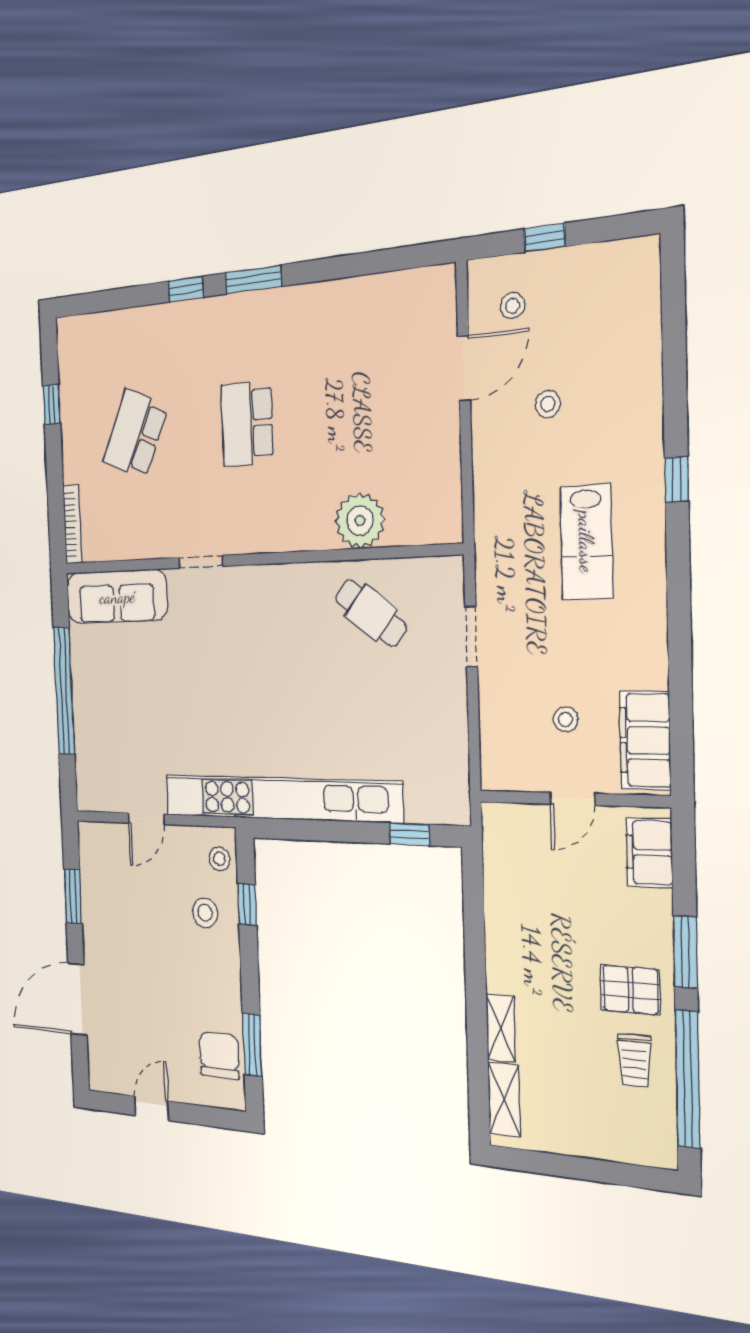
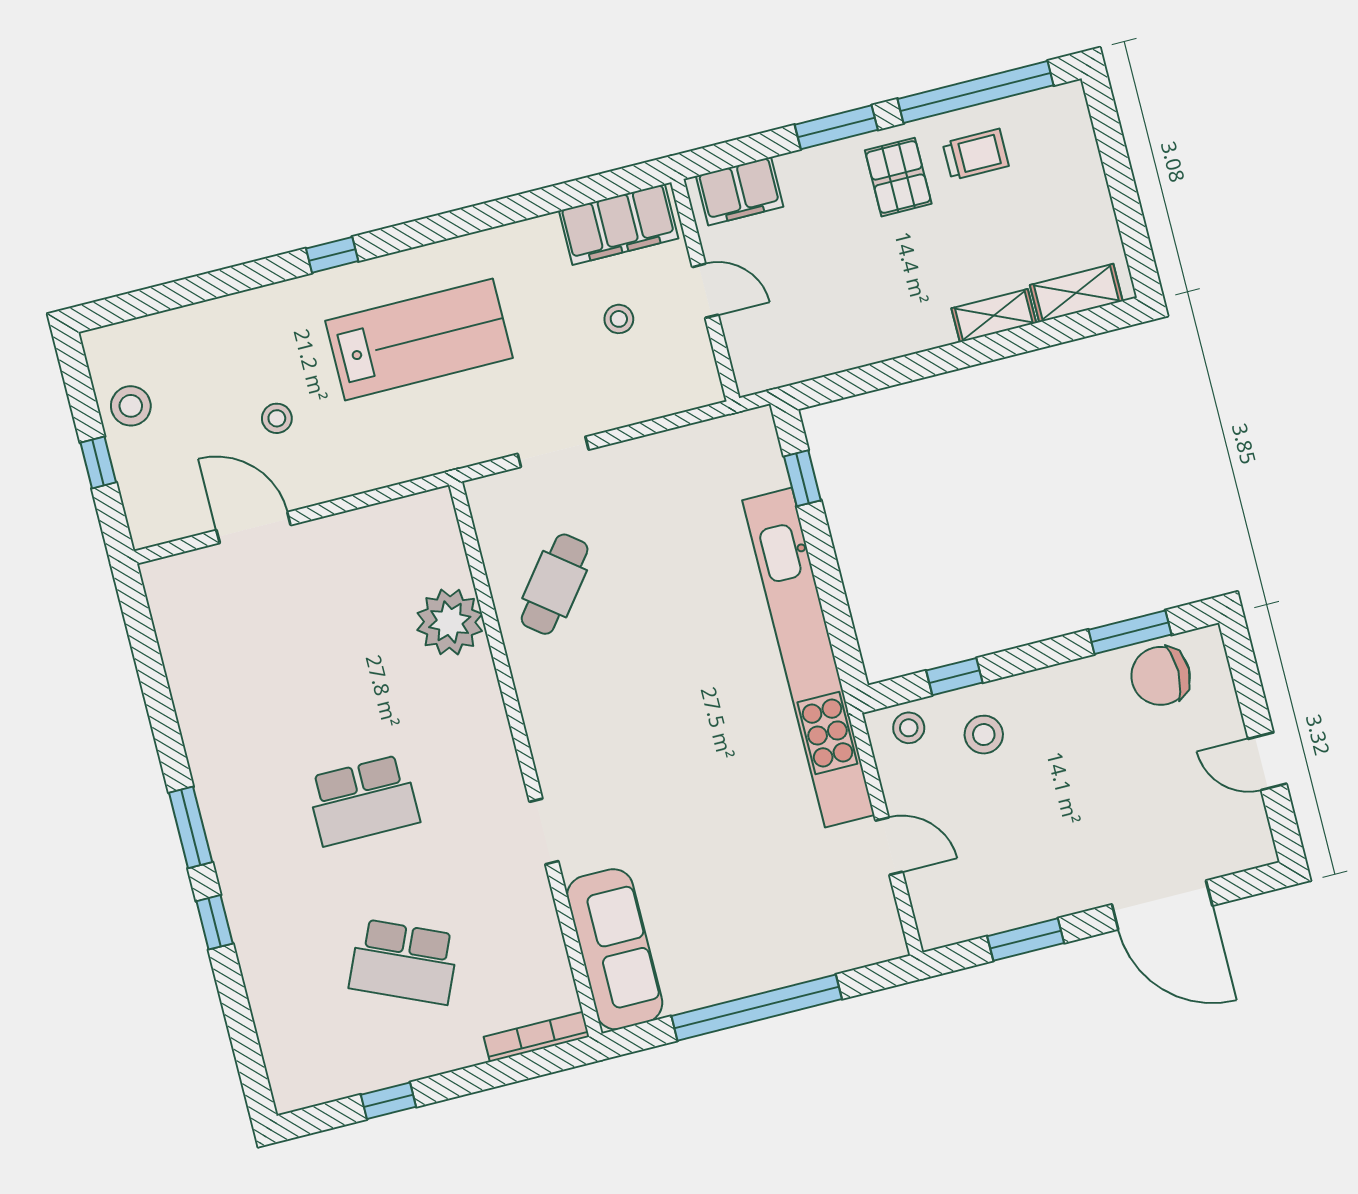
stool: (513, 306) -> (131, 406), moved, width x1.37, depth x1.37
lab bench: (586, 542) -> (419, 339), width x1.36, depth x1.39

